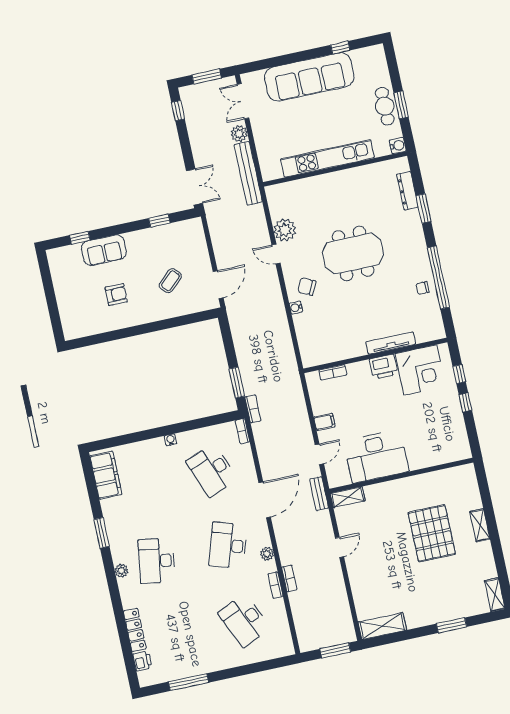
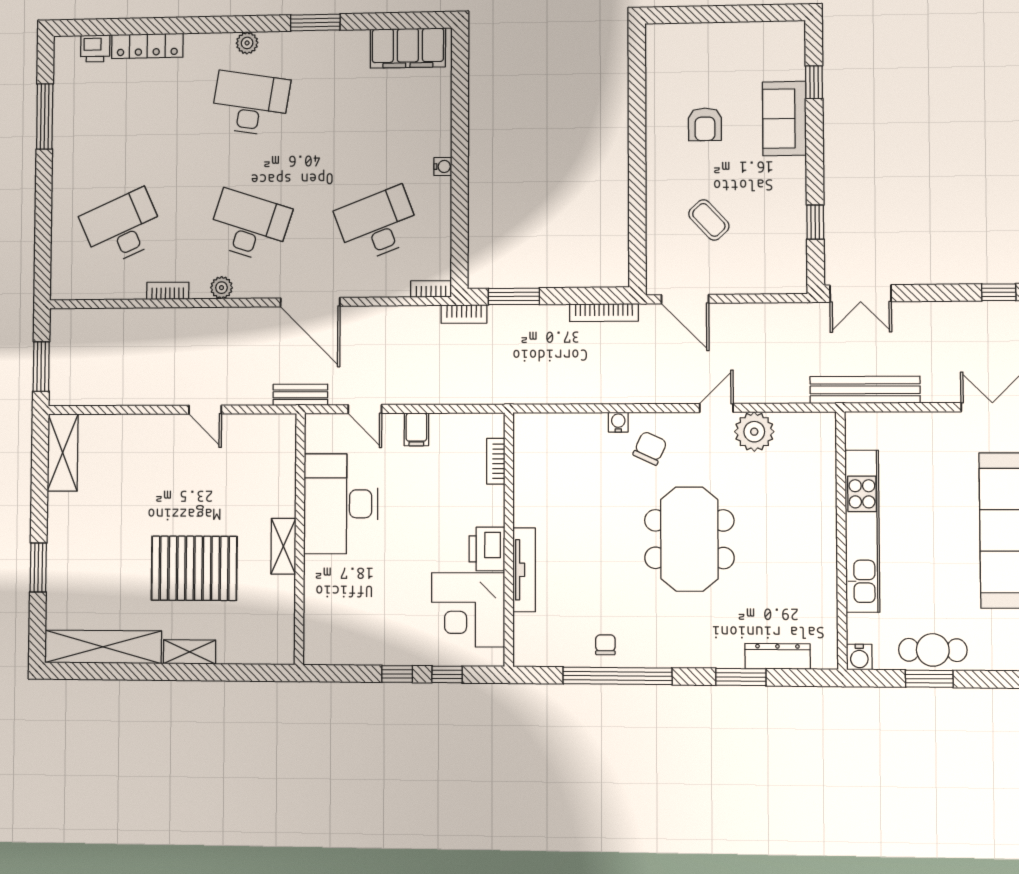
plant: (239, 134) -> (937, 389), removed
shelving: (348, 497) -> (283, 546), moved
bookcase: (289, 579) -> (604, 313), moved, width x1.56
shelving: (495, 595) -> (103, 647), width x2.20, depth x1.33

